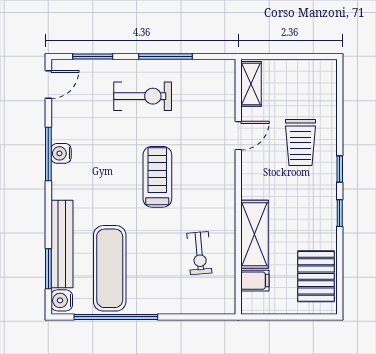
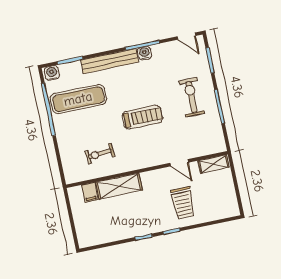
exercise bike: (143, 96) -> (191, 97), turned 180
trolley: (300, 143) -> (183, 203), turned -90
bench: (62, 244) -> (110, 61), moved
pallet: (316, 276) -> (101, 230), removed

